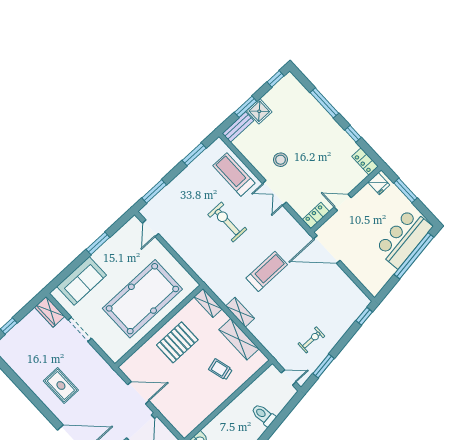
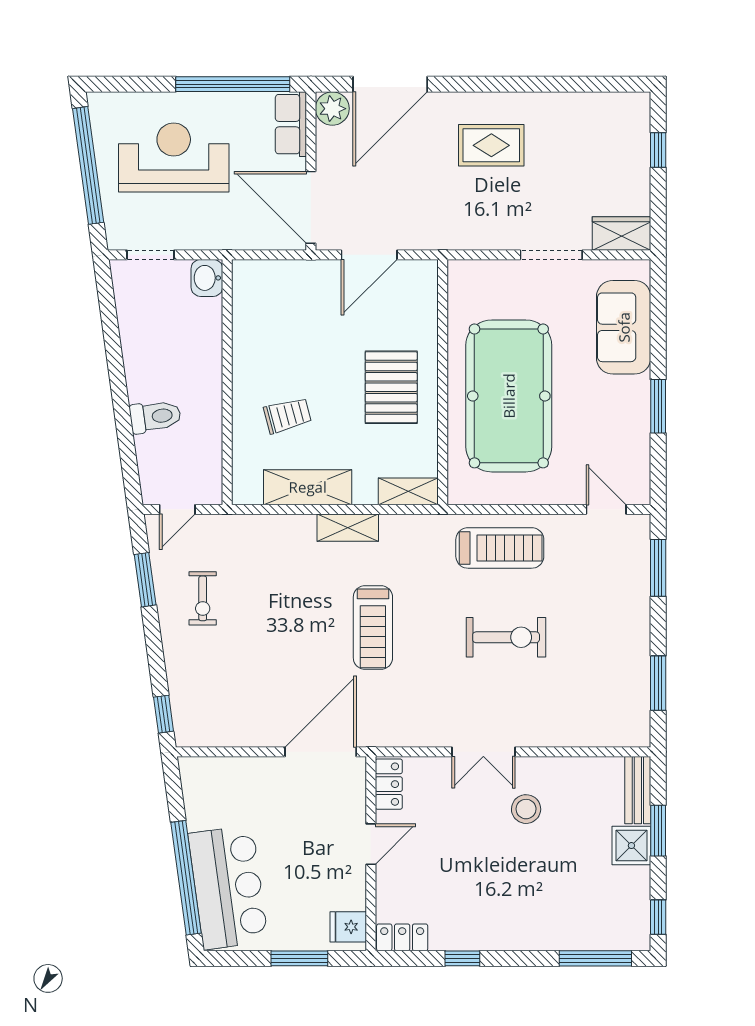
window: (324, 103) -> (595, 958), moved
treadmill: (234, 174) -> (500, 548), moved
double door: (274, 193) -> (483, 752), swing flipped

